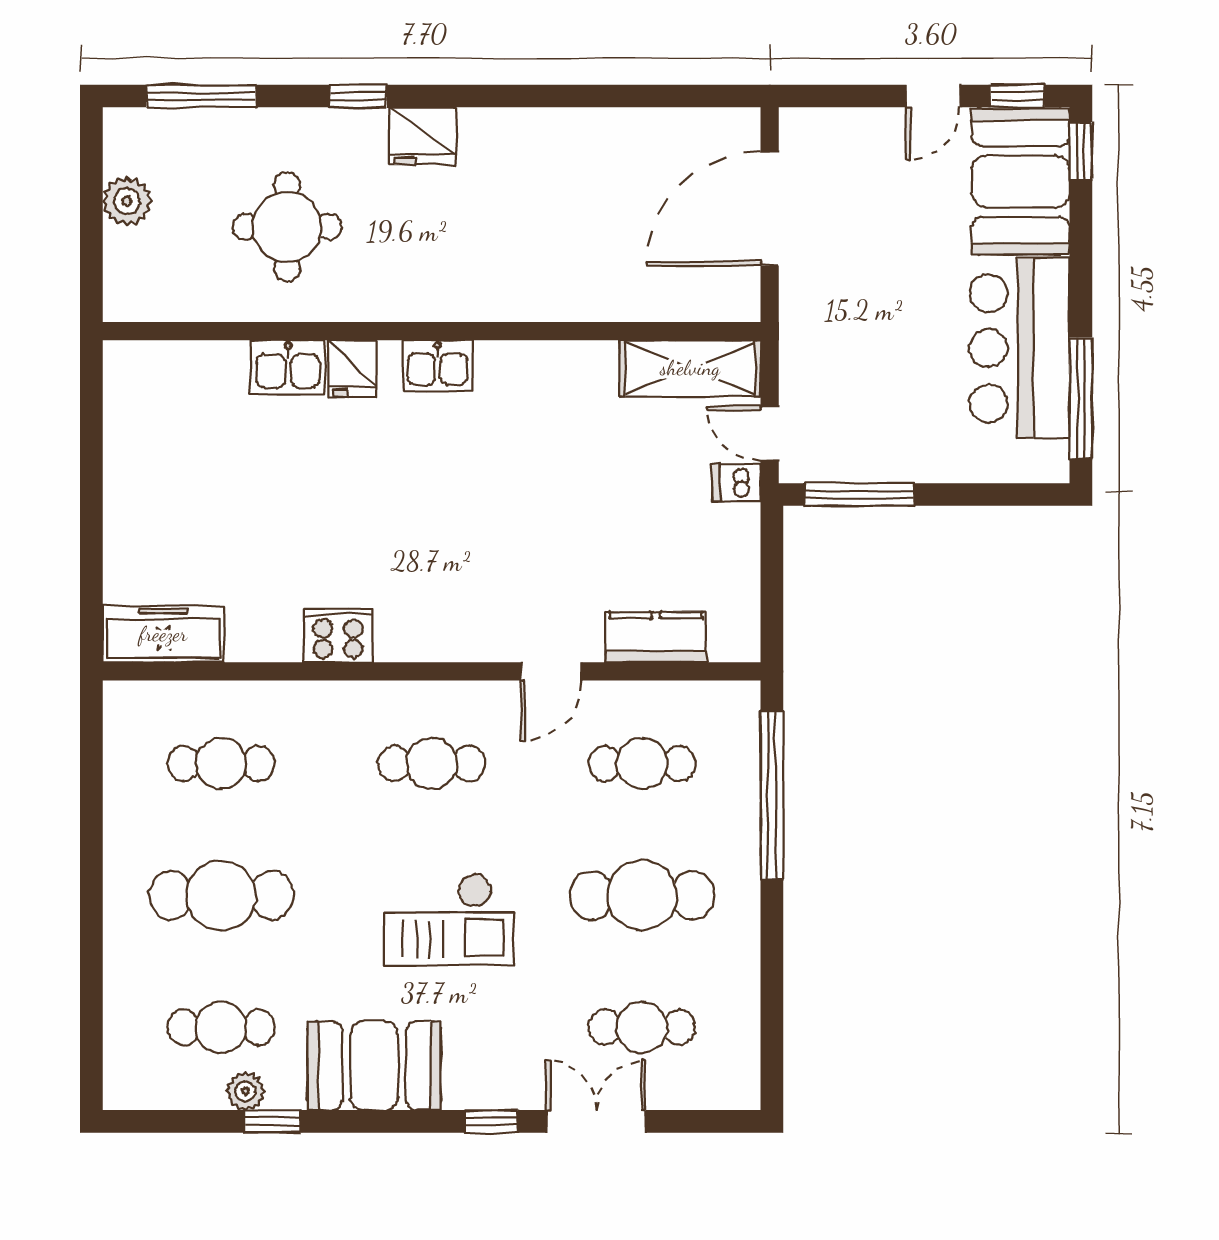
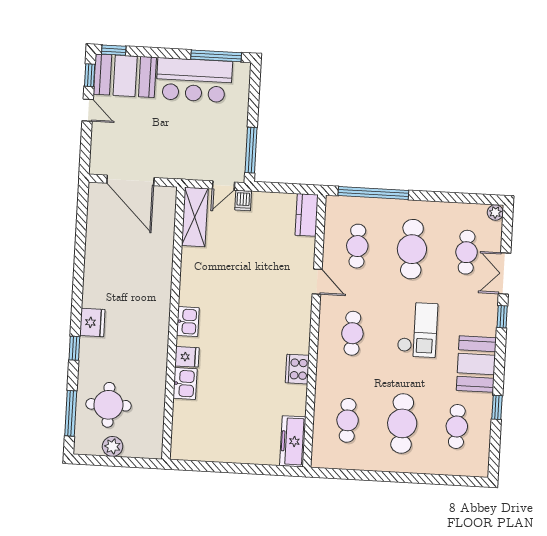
round table: (287, 227) -> (108, 405), moved
kitchen counter: (656, 637) -> (307, 215), moved
plant: (245, 1091) -> (495, 212), moved

